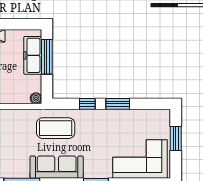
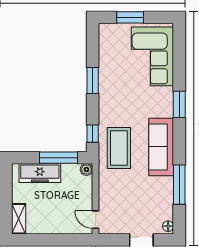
window: (47, 57) -> (59, 158), moved
window: (87, 104) -> (93, 134), moved

